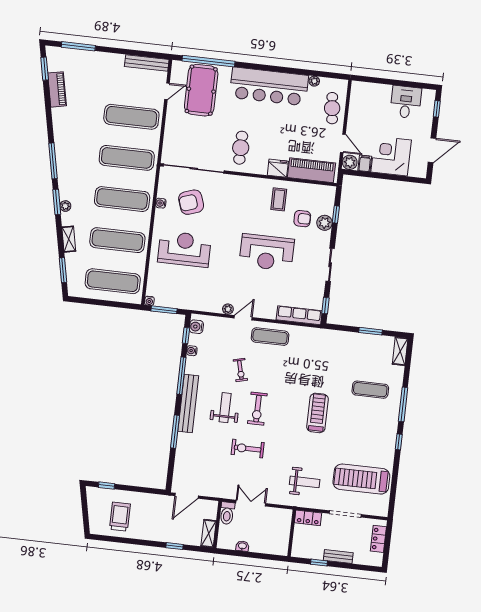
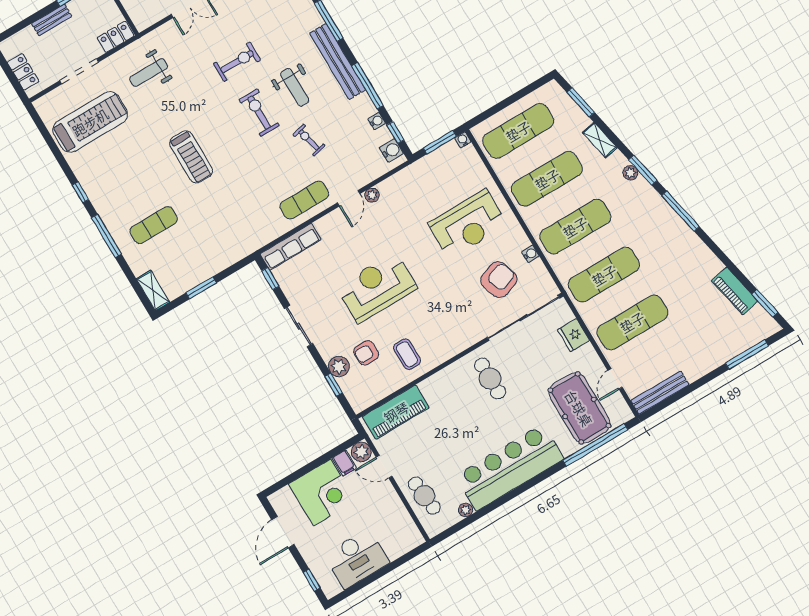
desk: (406, 102) -> (357, 558), width x1.37
fridge: (278, 168) -> (574, 335), moved, turned 90

